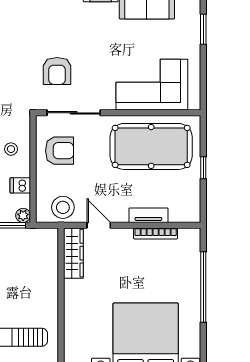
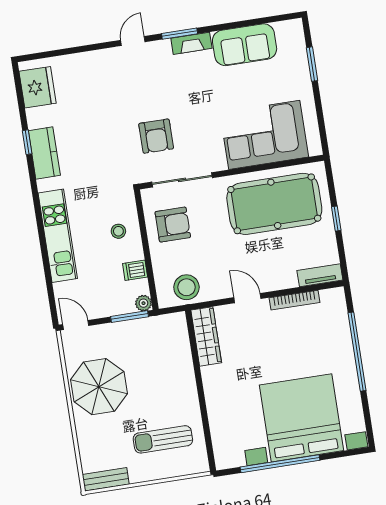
tv unit: (148, 215) -> (320, 275), moved
door: (99, 225) -> (247, 298), moved

